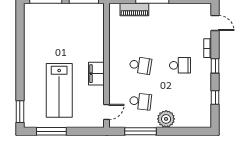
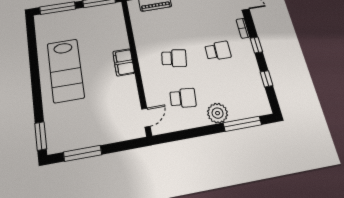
filing cabinet: (96, 74) -> (124, 62), moved
lab bench: (59, 90) -> (66, 70), moved
window: (141, 131) -> (242, 124), moved

